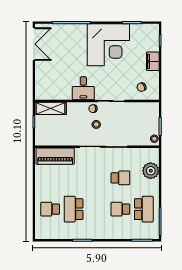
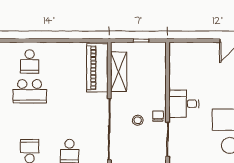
shelving: (50, 108) -> (119, 72), moved
school desk: (50, 209) -> (30, 61), turned 180
school desk: (74, 209) -> (30, 91), turned 180

